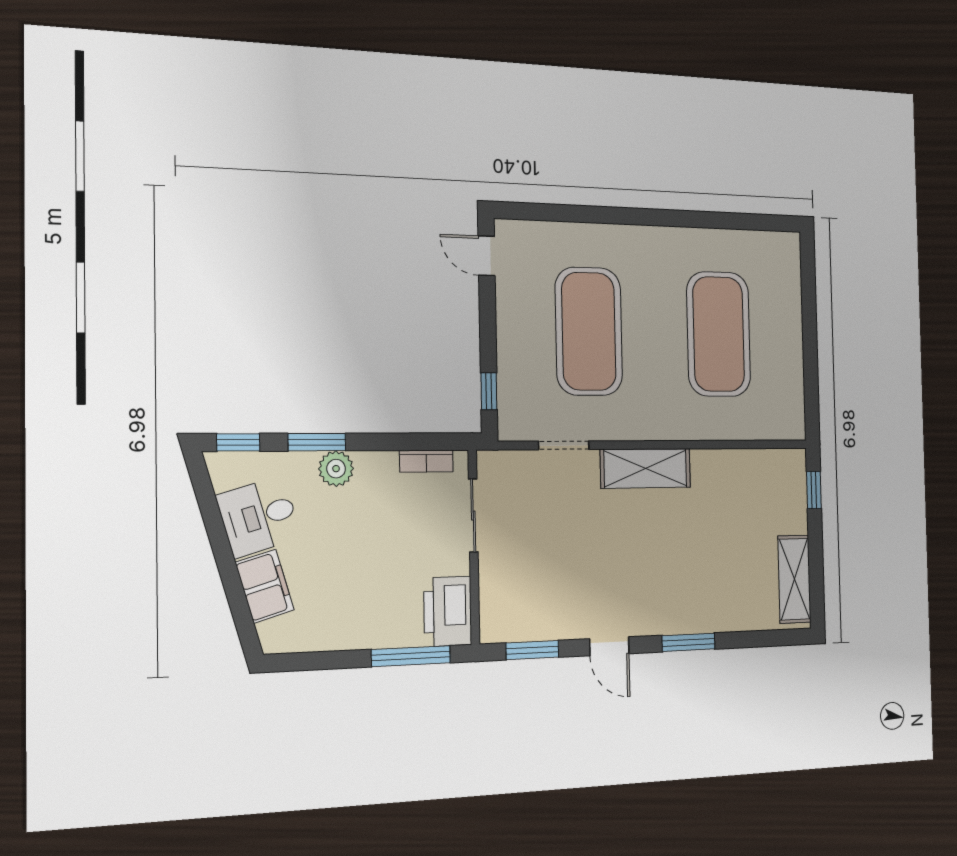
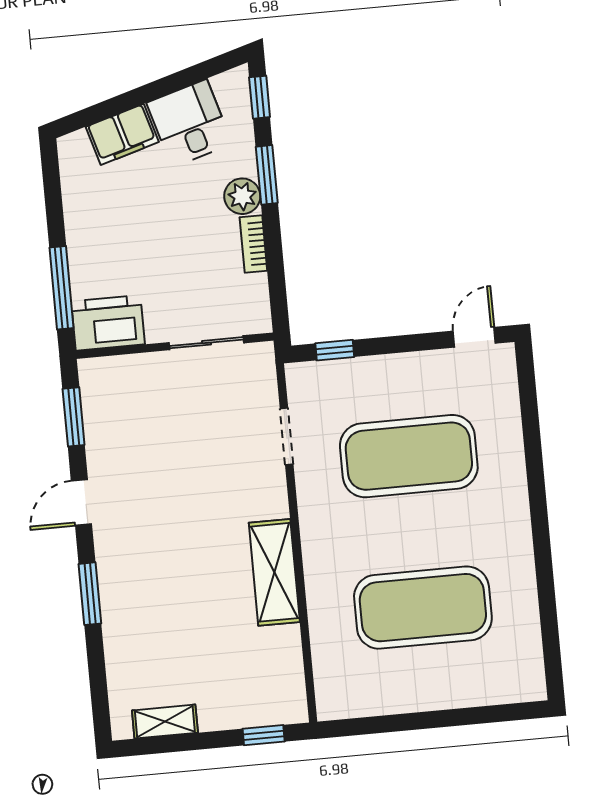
bookcase: (426, 461) -> (253, 244), moved
shelving: (645, 468) -> (274, 572), moved
shelving: (794, 579) -> (165, 722), width x0.67, depth x0.75

